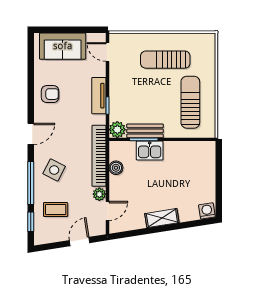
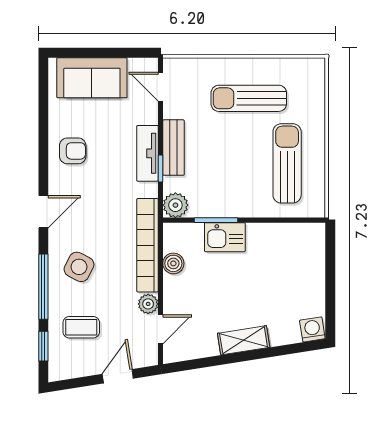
bench: (145, 131) -> (173, 148), moved, turned 90

